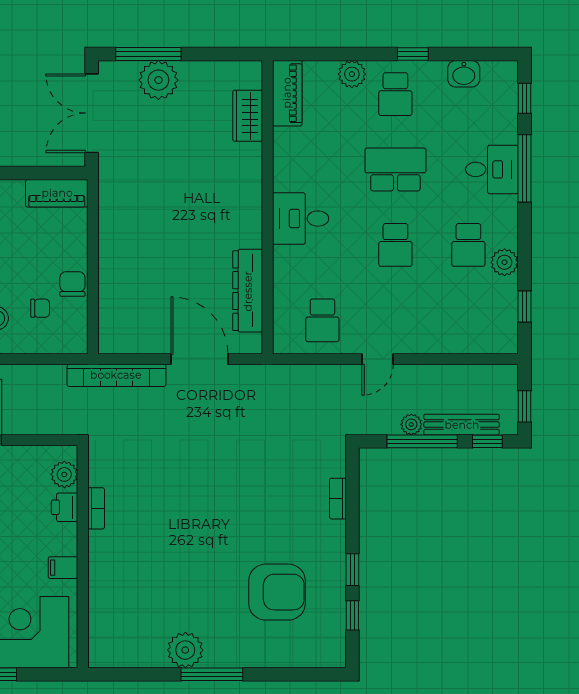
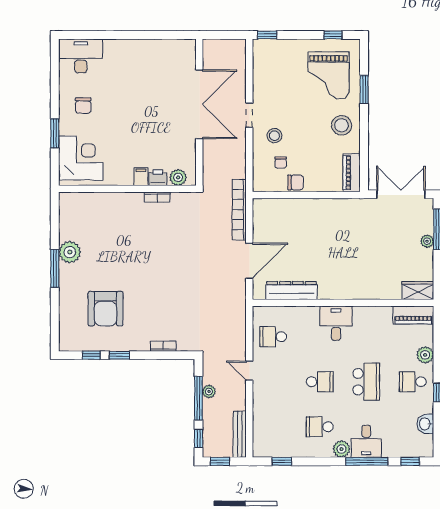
plant: (158, 80) -> (427, 241), width x0.53, depth x0.53
wardrobe: (248, 116) -> (418, 291), moved
school desk: (395, 245) -> (320, 382), turned 180
plant: (505, 262) -> (342, 449), moved
bench: (462, 425) -> (240, 434), moved
filing cabinet: (63, 568) -> (141, 177), moved

